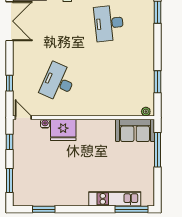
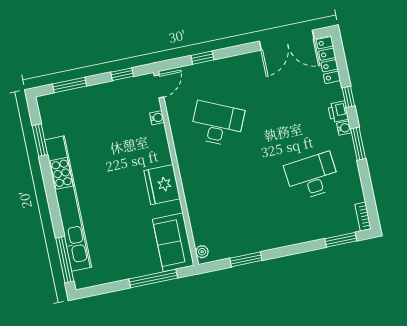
fridge: (63, 130) -> (162, 185), moved
kitchen unit: (115, 199) -> (68, 204), width x1.86

